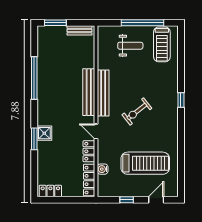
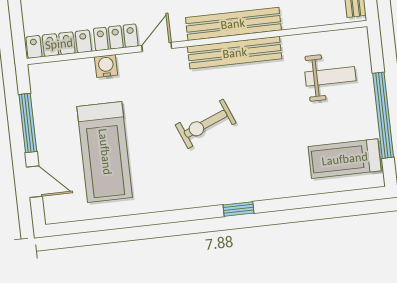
weight bench: (130, 46) -> (330, 76), moved, turned -90
exercise bike: (137, 111) -> (206, 124), turned -74
water cooler: (103, 169) -> (106, 66), moved
window: (127, 200) -> (28, 123), width x2.17

